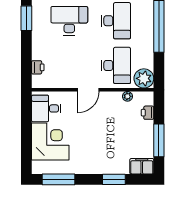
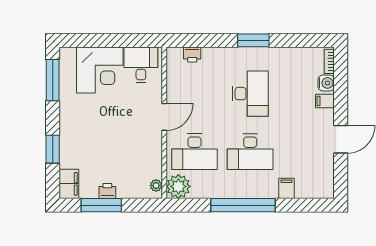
door: (88, 90) -> (164, 117), swing flipped
plant: (127, 96) -> (156, 186), moved
printer: (148, 113) -> (107, 191), moved

